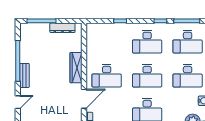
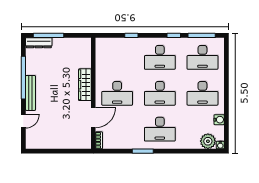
dresser: (62, 28) -> (39, 43), moved
bench: (24, 75) -> (30, 93), width x1.36

